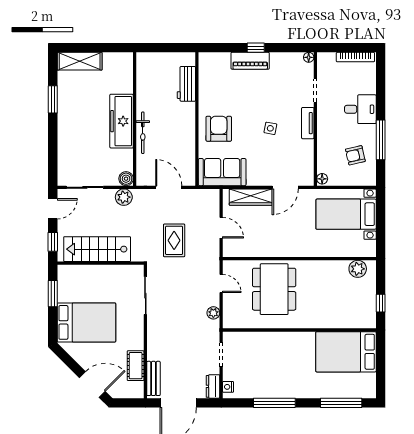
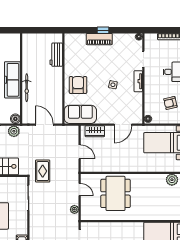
wardrobe: (251, 197) -> (95, 131), width x0.67
rug: (174, 240) -> (43, 171), moved

